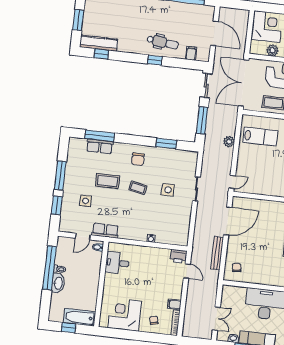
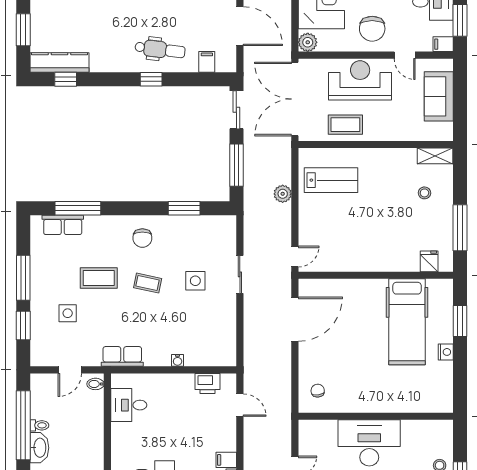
plant: (272, 50) -> (308, 42), moved
row of seats: (100, 146) -> (63, 225), moved
row of seats: (105, 231) -> (122, 356), moved
bench: (217, 253) -> (284, 372), removed
printer: (179, 256) -> (207, 383), moved

